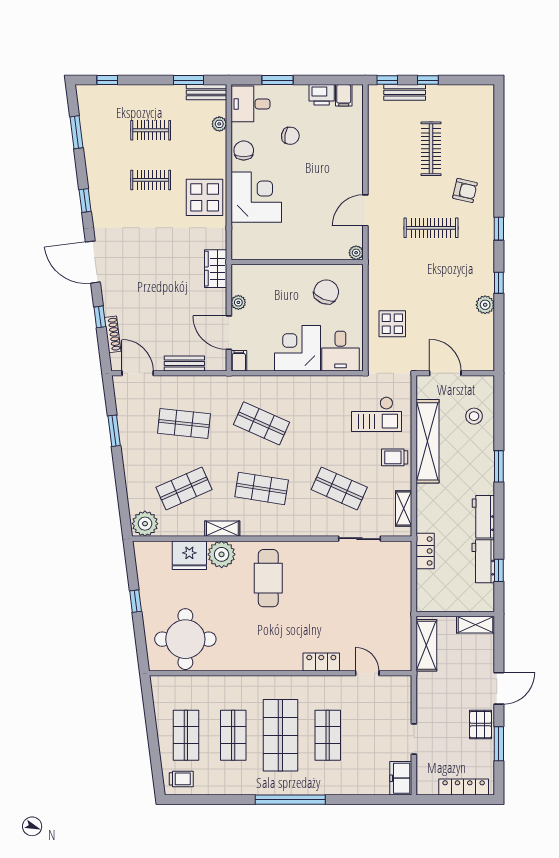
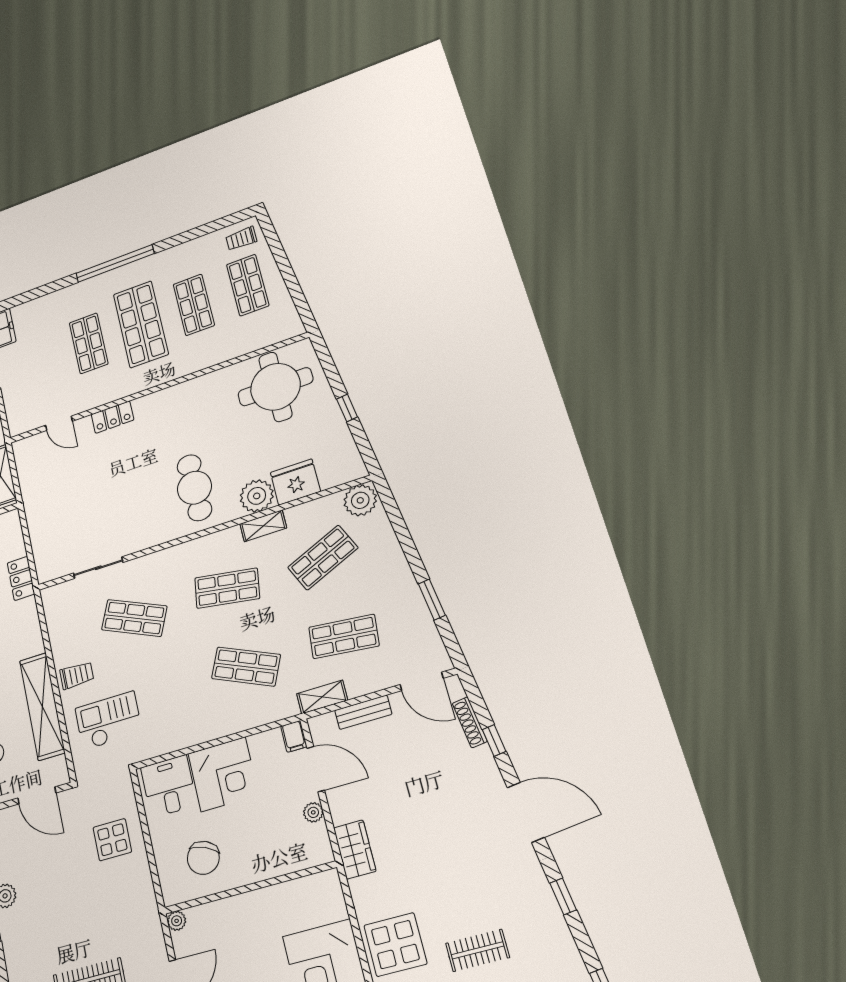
shelving: (404, 508) -> (322, 697), moved, turned 90

